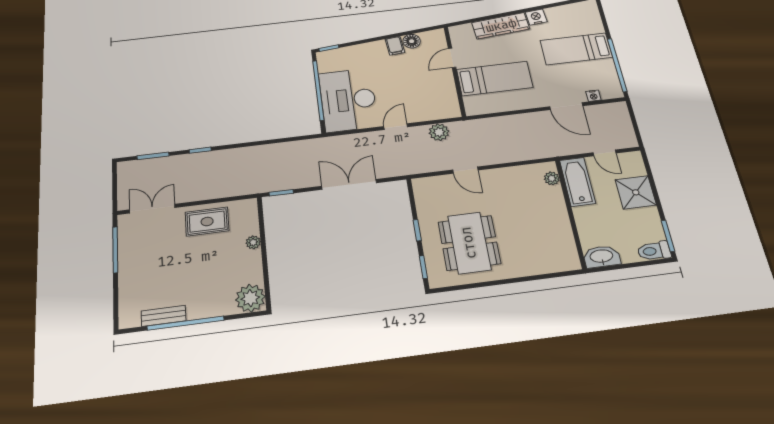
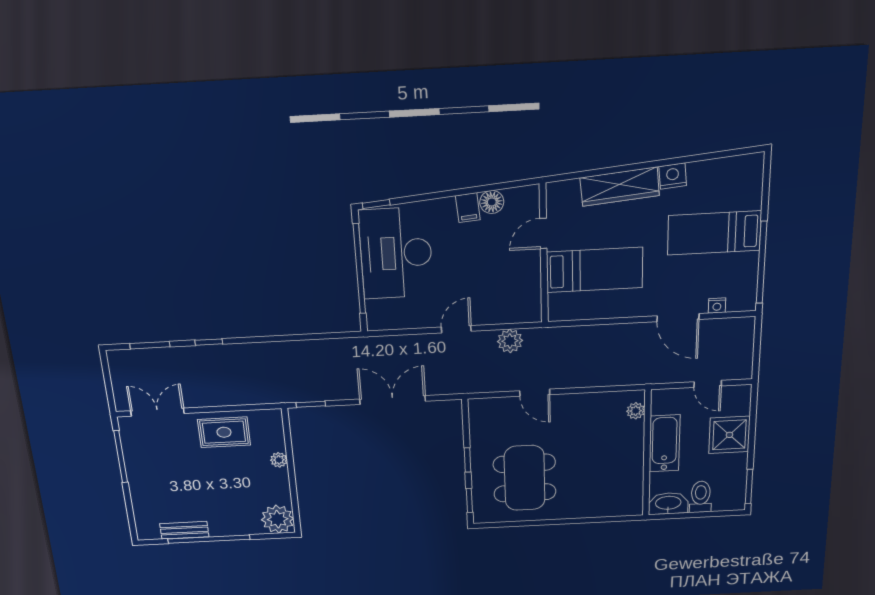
desk: (348, 100) -> (396, 253), moved
bathtub: (578, 182) -> (664, 443), moved
toilet: (654, 251) -> (701, 497), moved, turned 90

